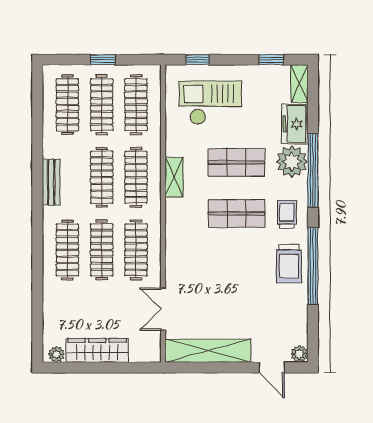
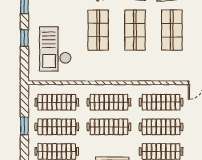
window: (197, 60) -> (24, 38), moved
shelving: (174, 177) -> (109, 75), removed
shop shelf: (236, 265) -> (172, 30), added

